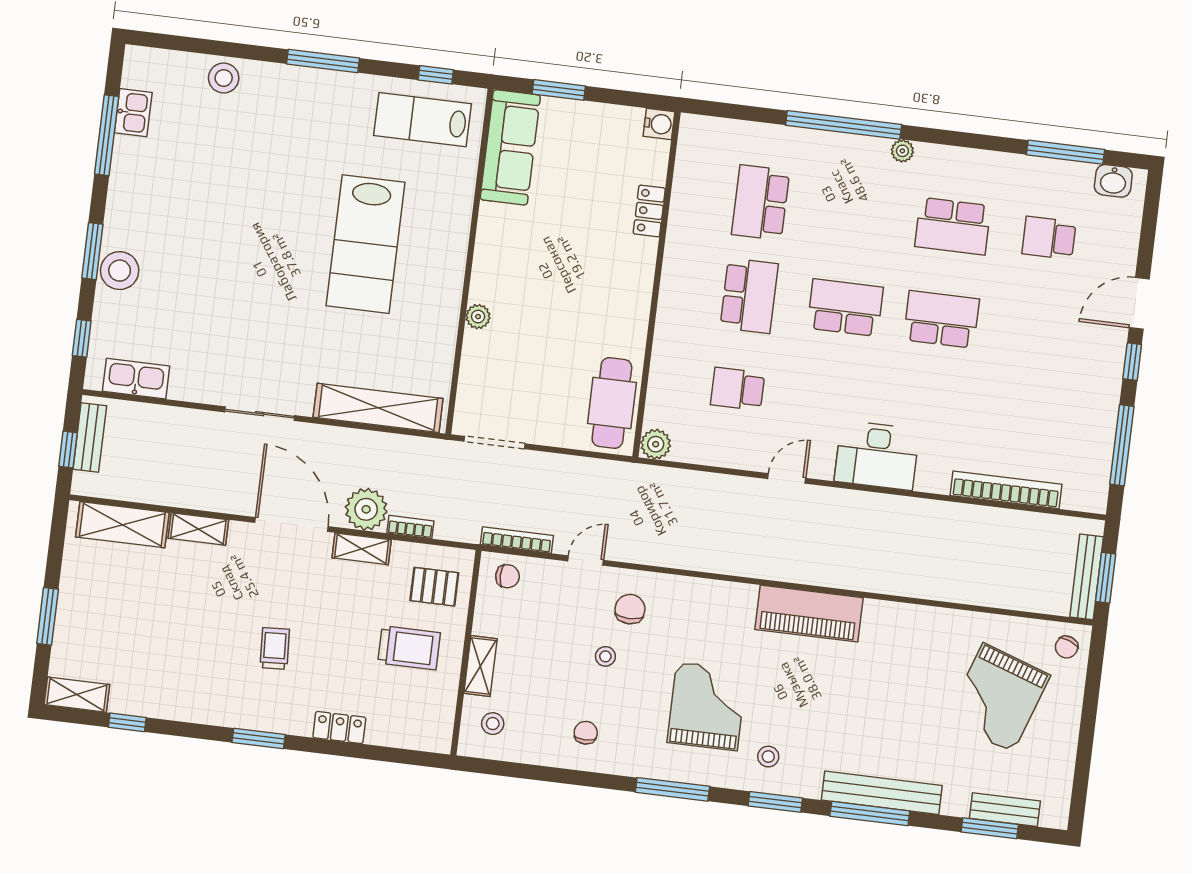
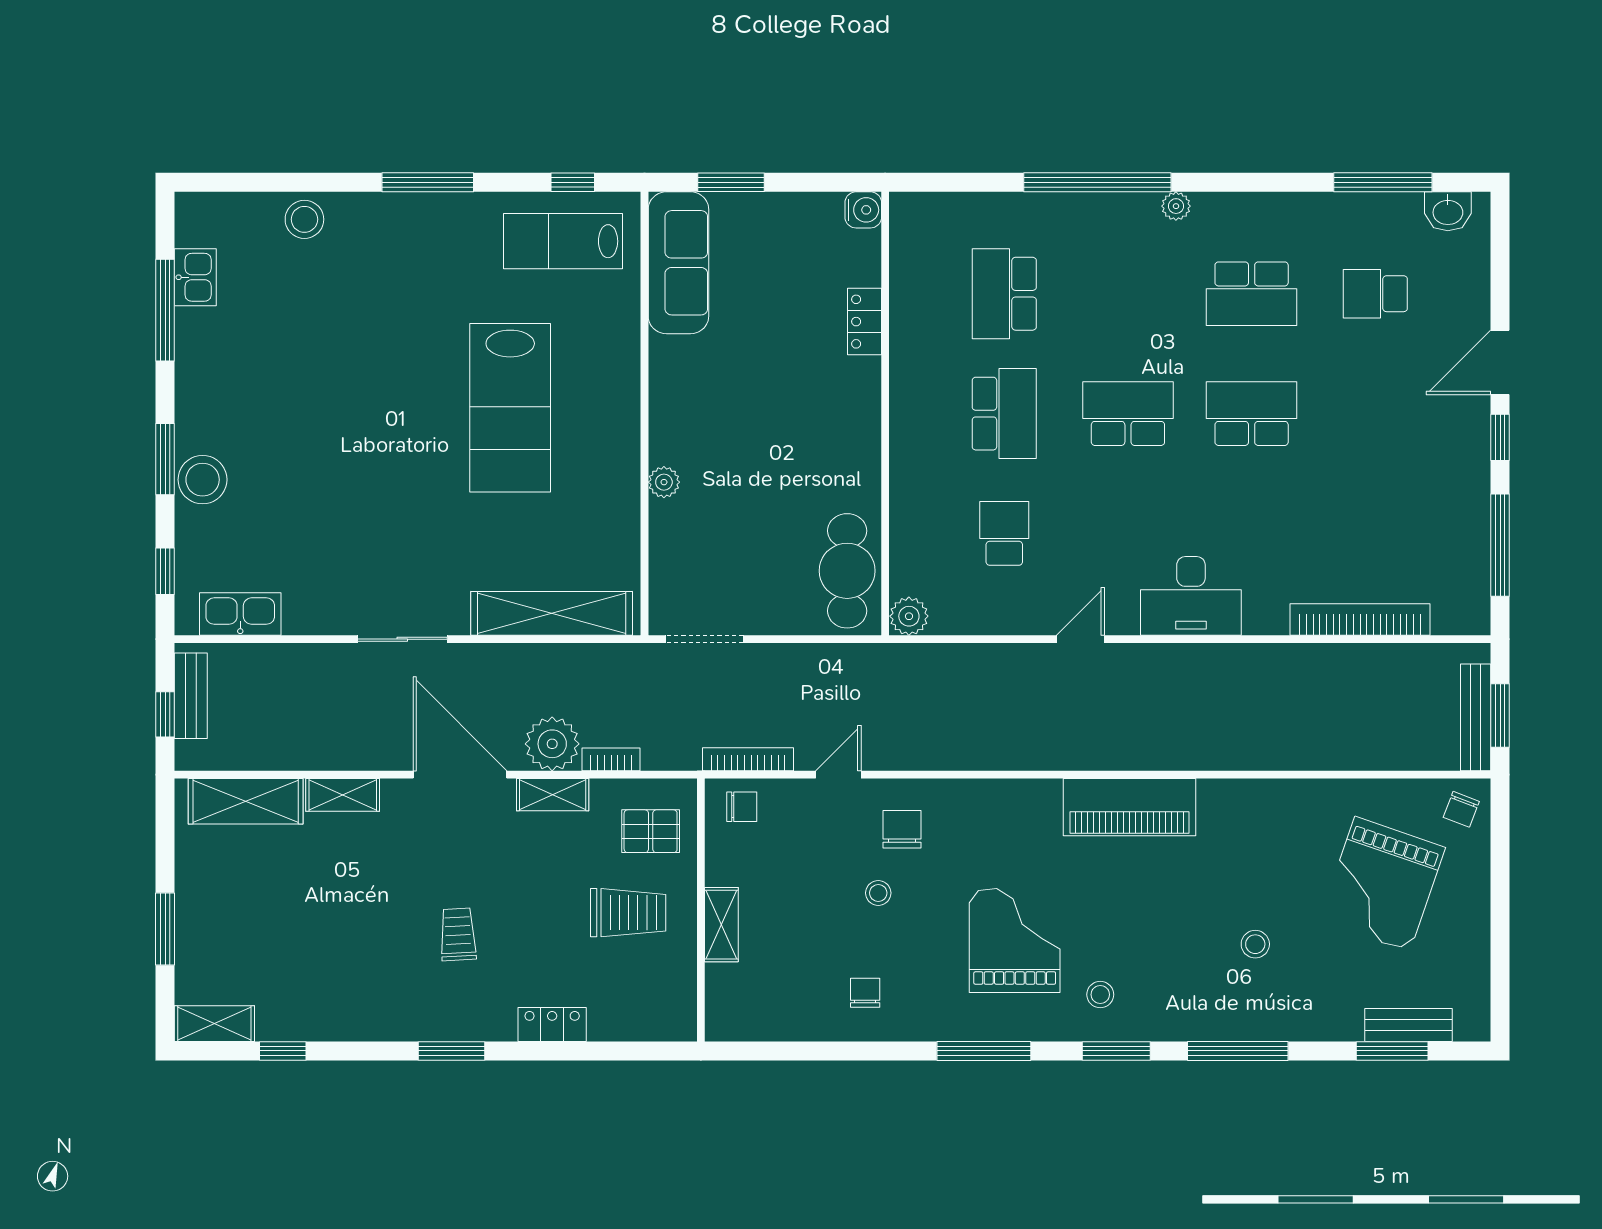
school desk: (738, 389) -> (1004, 533), turned 90
stool: (493, 724) -> (1255, 944), moved
bench: (882, 793) -> (1250, 1023), removed

